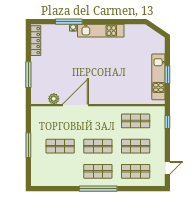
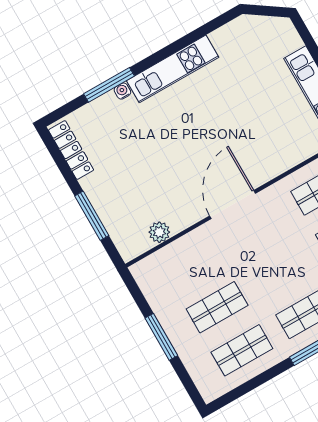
door: (75, 105) -> (233, 205), moved
shop shelf: (98, 146) -> (242, 350), moved

